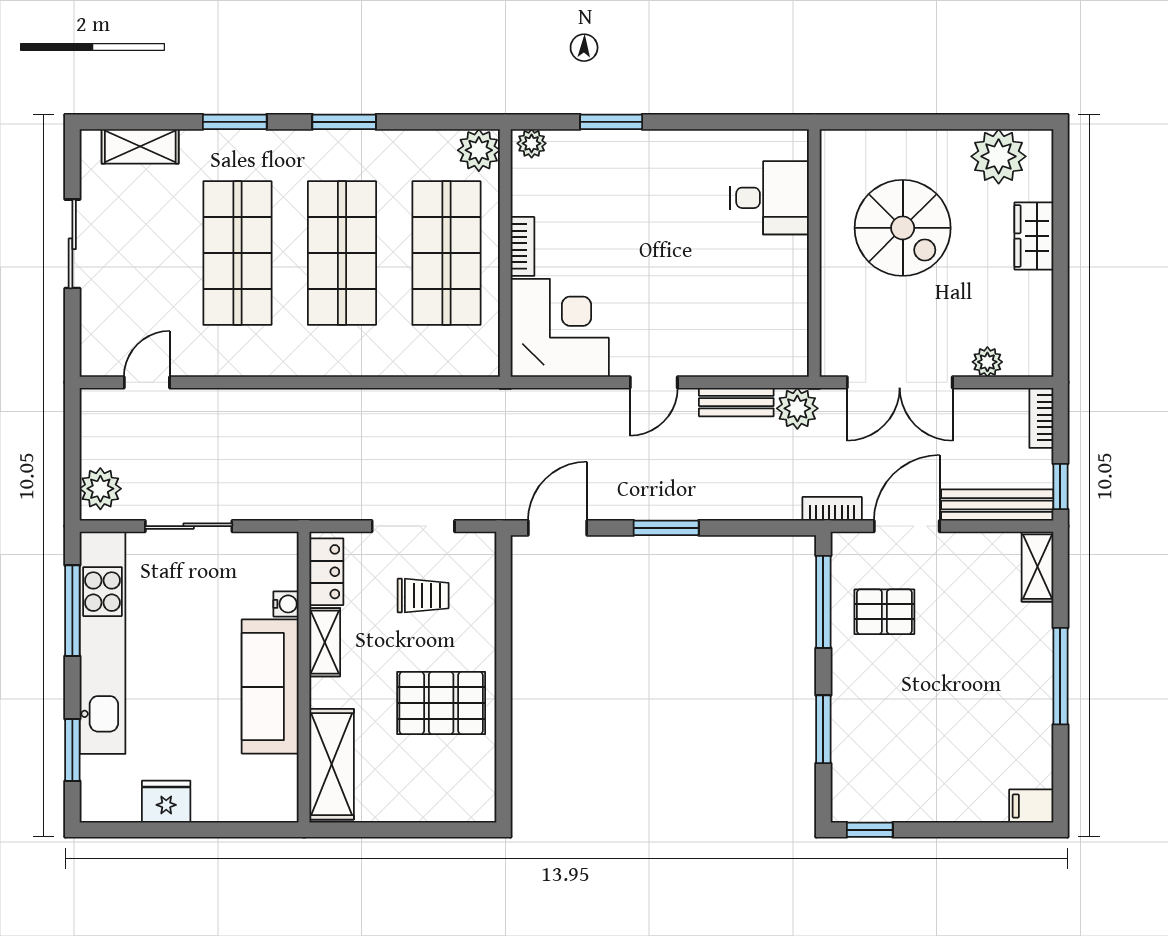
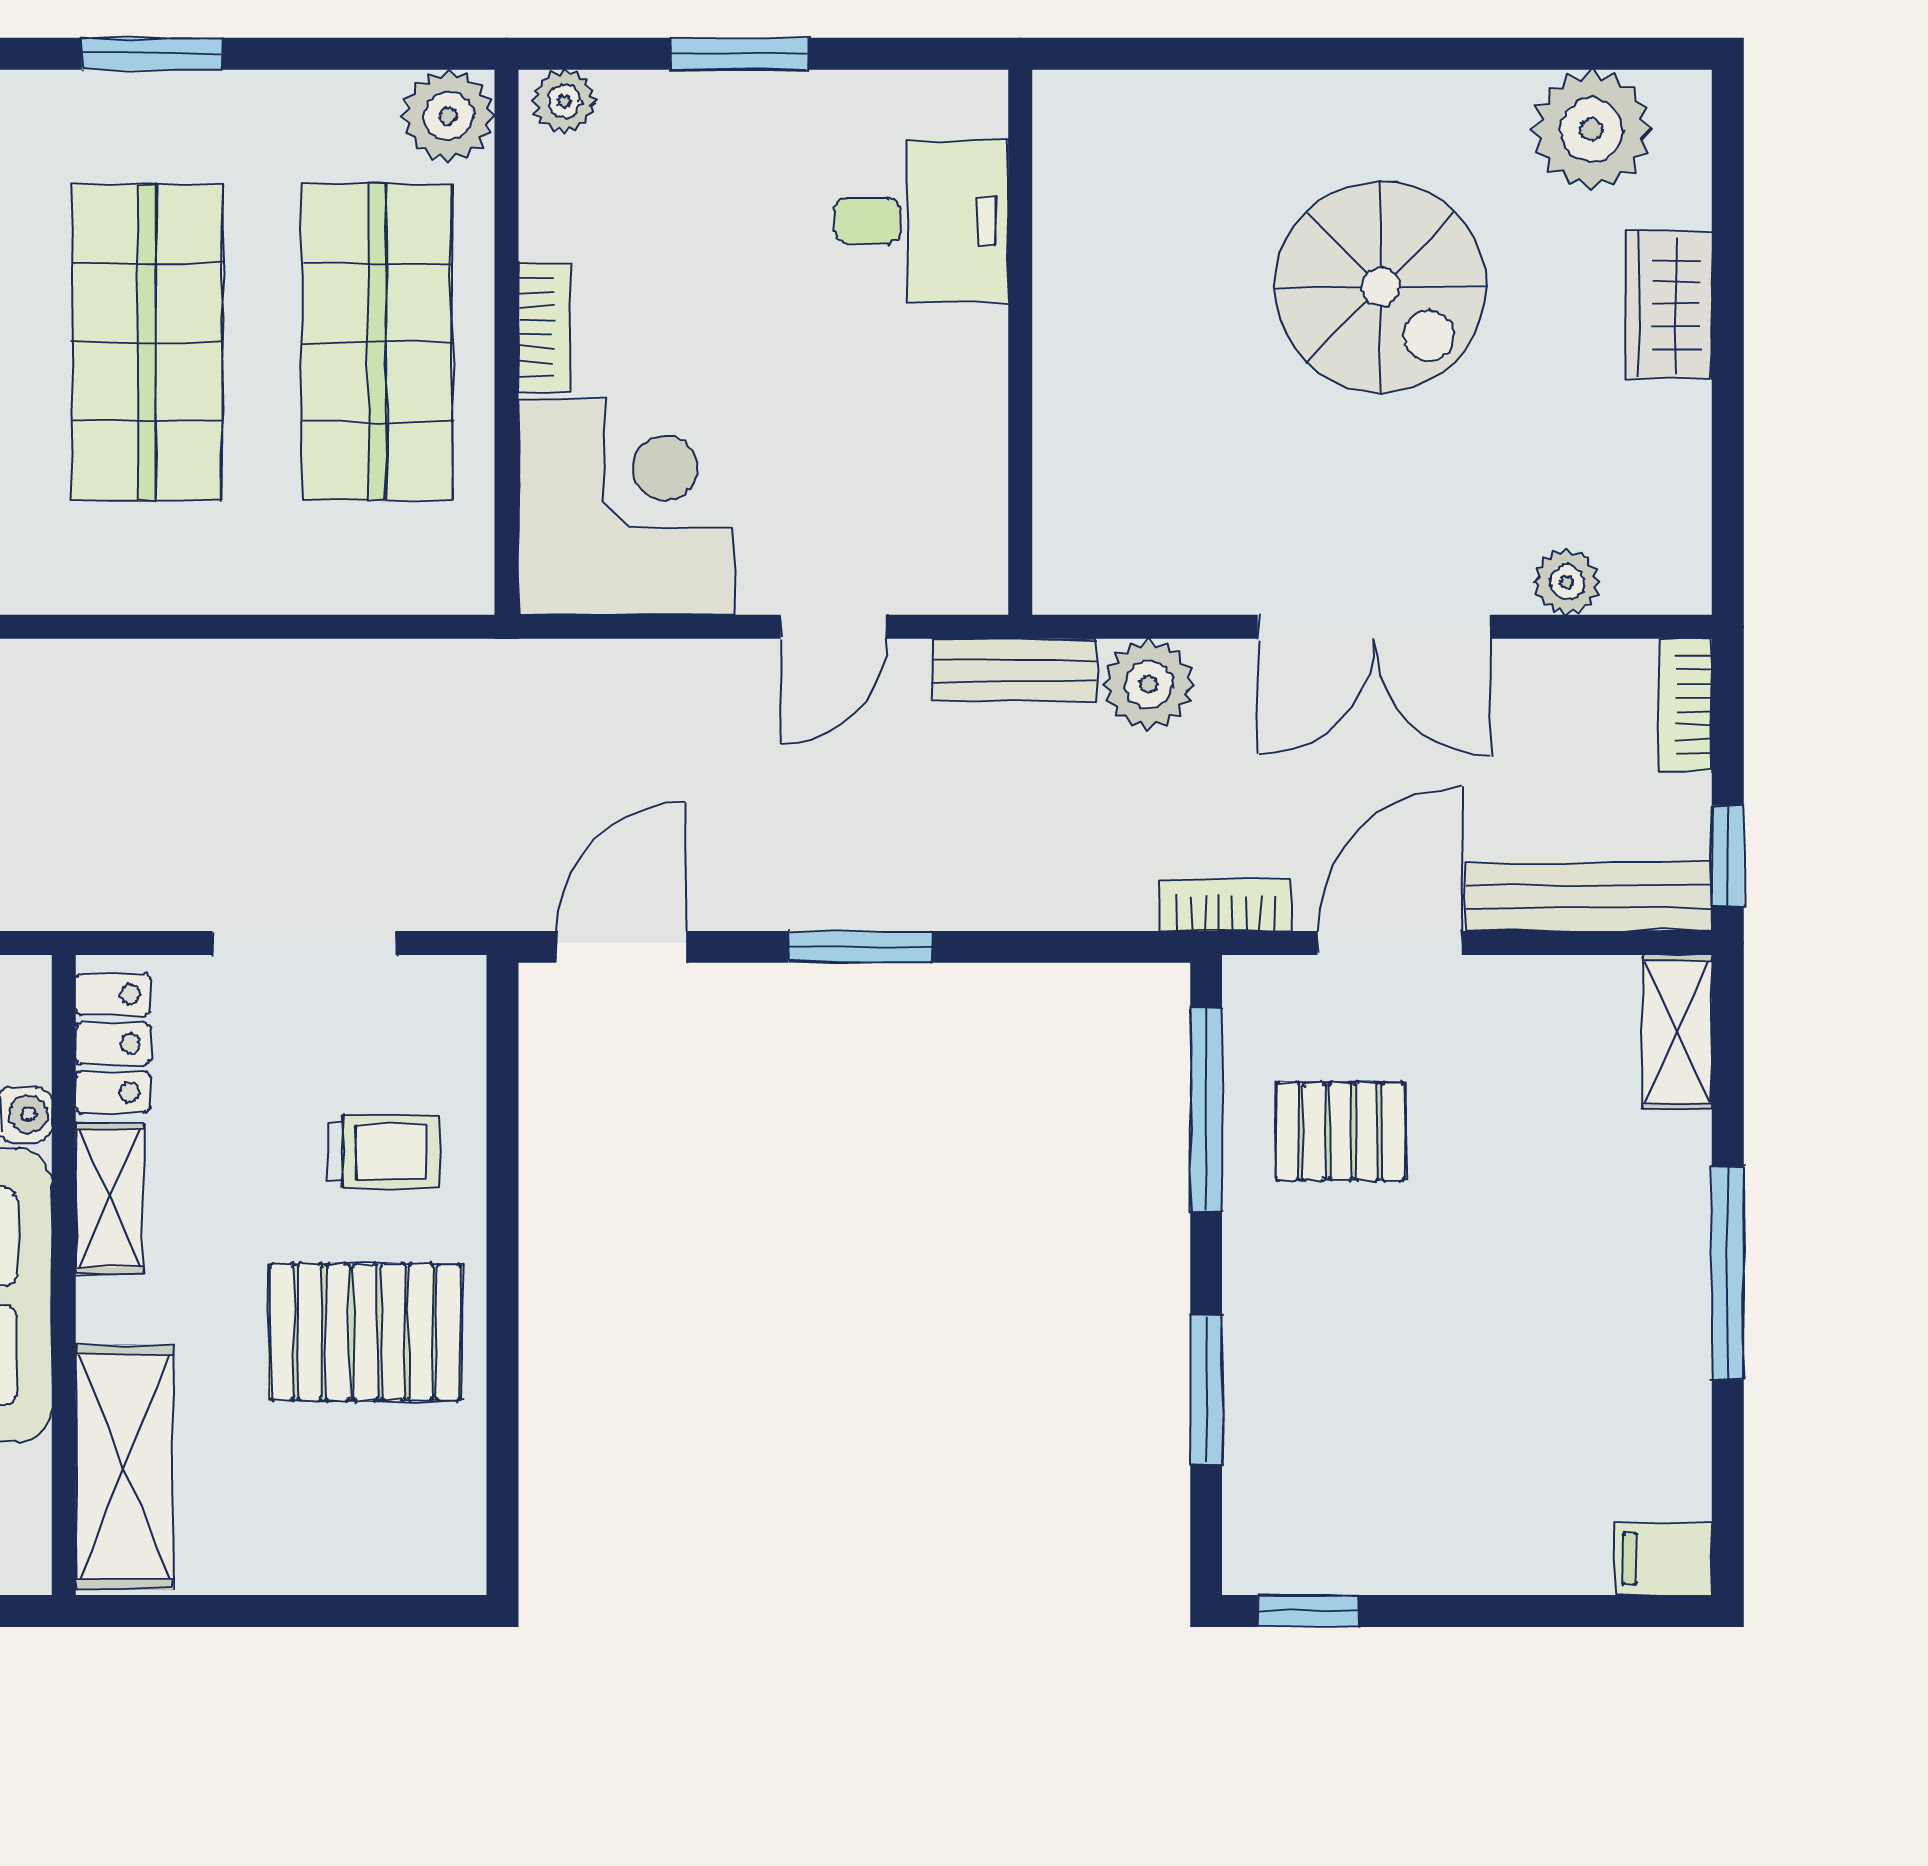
desk: (769, 198) -> (921, 221), moved
wall: (814, 253) -> (1020, 342), moved
trolley: (423, 596) -> (383, 1151), moved

